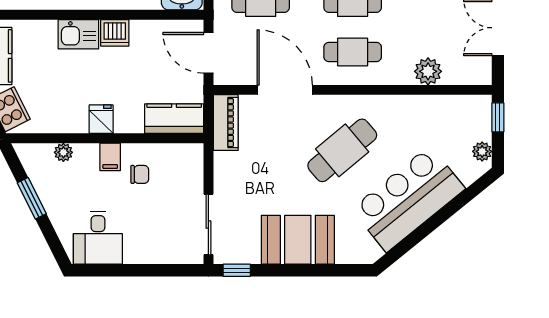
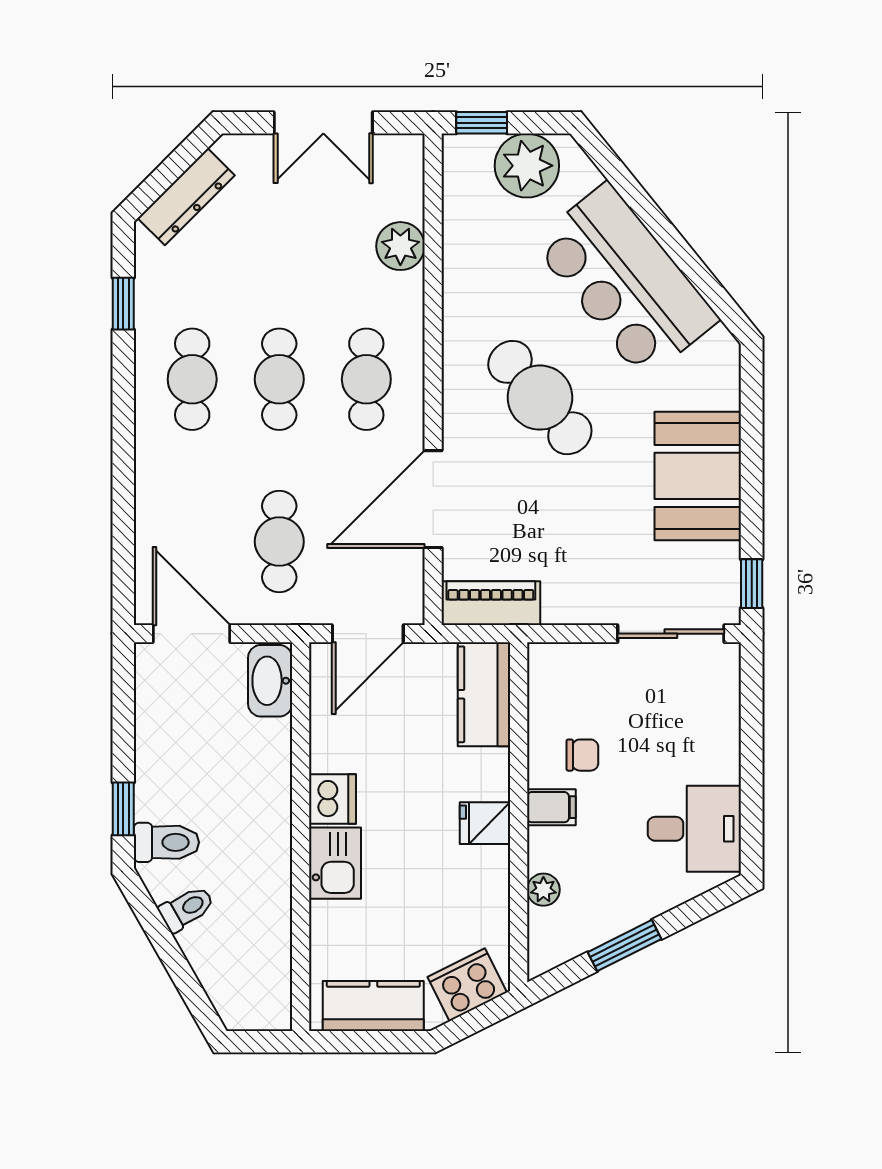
plant: (482, 151) -> (527, 166), width x1.87, depth x1.87
chair: (140, 174) -> (582, 755), turned 90

